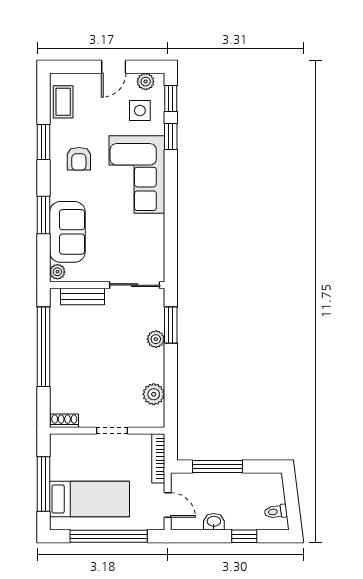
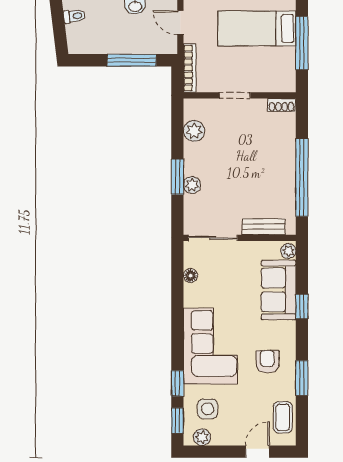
door: (114, 67) -> (257, 452), moved
window: (44, 215) -> (302, 306), width x0.67
floor lamp: (157, 247) -> (190, 276), added
window: (171, 325) -> (177, 177), moved

